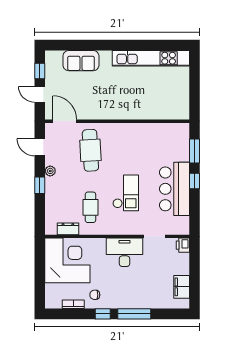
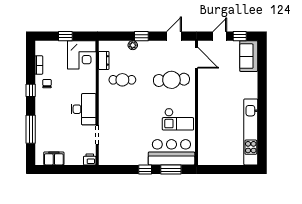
sofa: (81, 61) -> (249, 56), moved
door: (65, 121) -> (197, 58), hinge flipped
plant: (50, 171) -> (133, 45), moved
bar counter: (175, 189) -> (171, 152), moved
checkout: (126, 193) -> (178, 119), moved
corner desk: (67, 260) -> (82, 55), width x0.74, depth x0.74
window: (40, 273) -> (65, 36), added
window: (134, 314) -> (31, 129), moved

